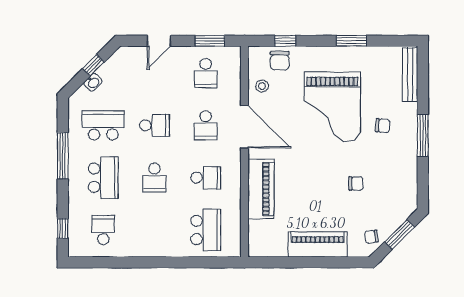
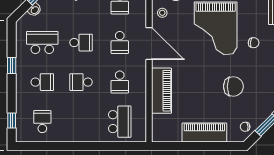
window: (63, 156) -> (12, 65), width x0.46
school desk: (103, 178) -> (42, 82), width x0.54
school desk: (154, 178) -> (81, 82), turned 90
school desk: (206, 178) -> (120, 82), turned 90
chair: (356, 183) -> (233, 86), width x1.87, depth x1.87

